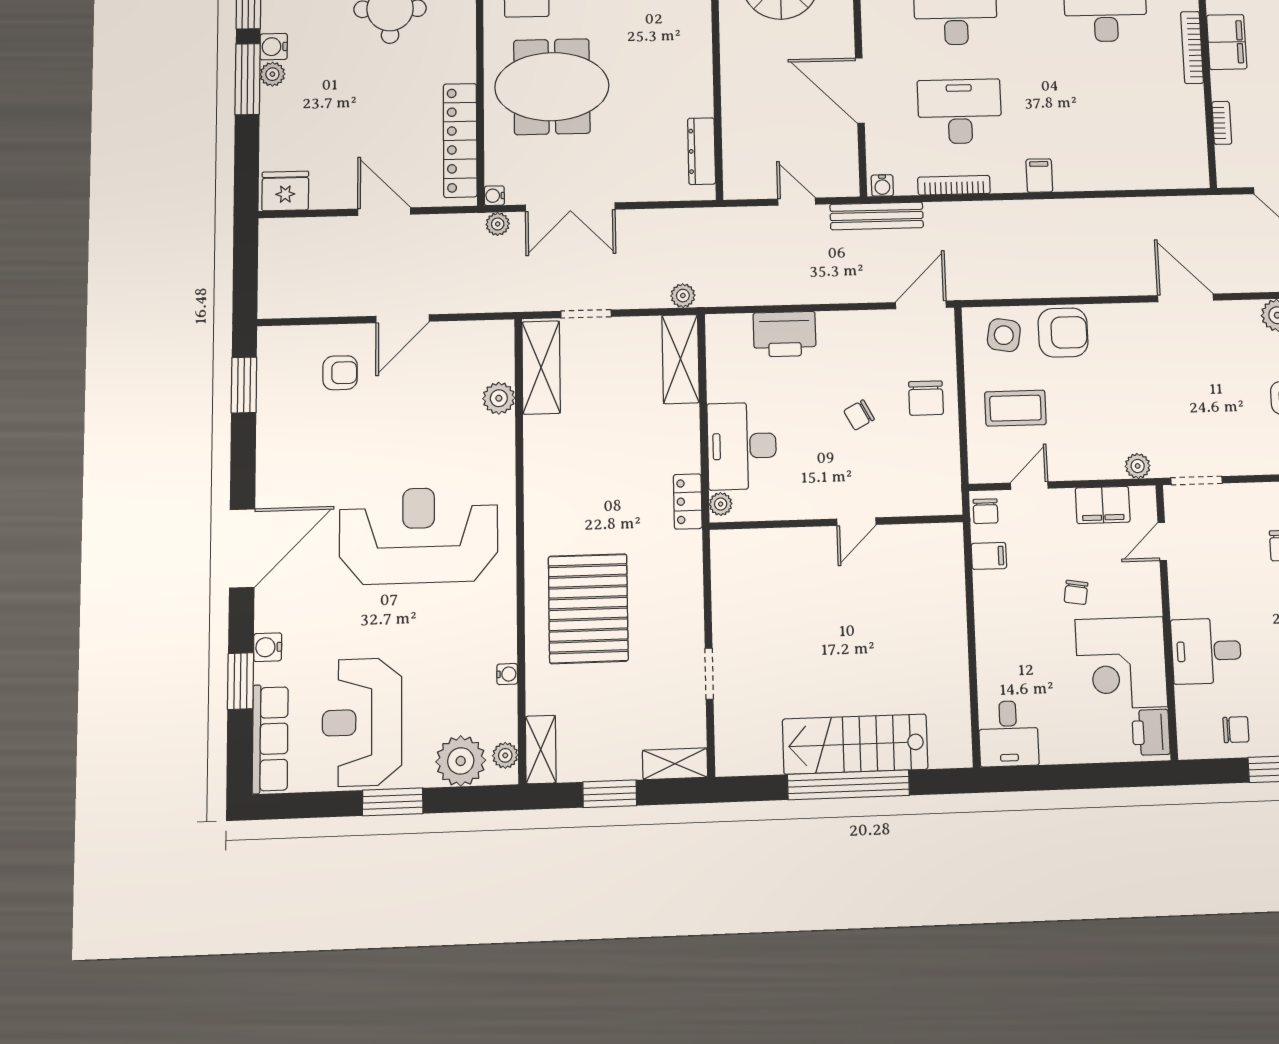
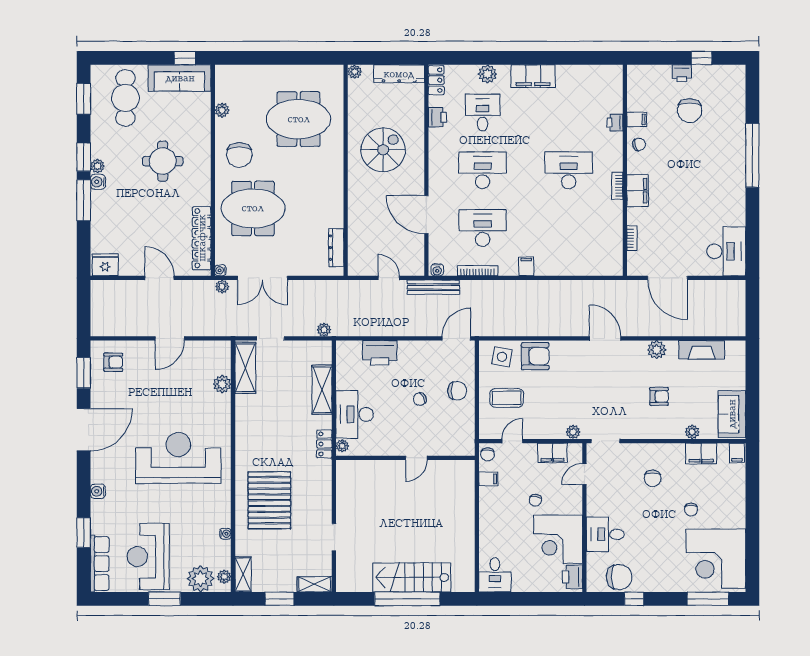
bookcase: (1192, 47) -> (617, 186), width x0.64
plant: (272, 74) -> (97, 166), moved
shelving: (681, 359) -> (322, 390), moved
armchair: (340, 373) -> (113, 362), moved
chair: (926, 398) -> (457, 391), turned -90
door: (242, 548) -> (84, 430), moved
water cooler: (268, 647) -> (98, 491), moved
chair: (1236, 730) -> (619, 577), width x1.87, depth x1.87

